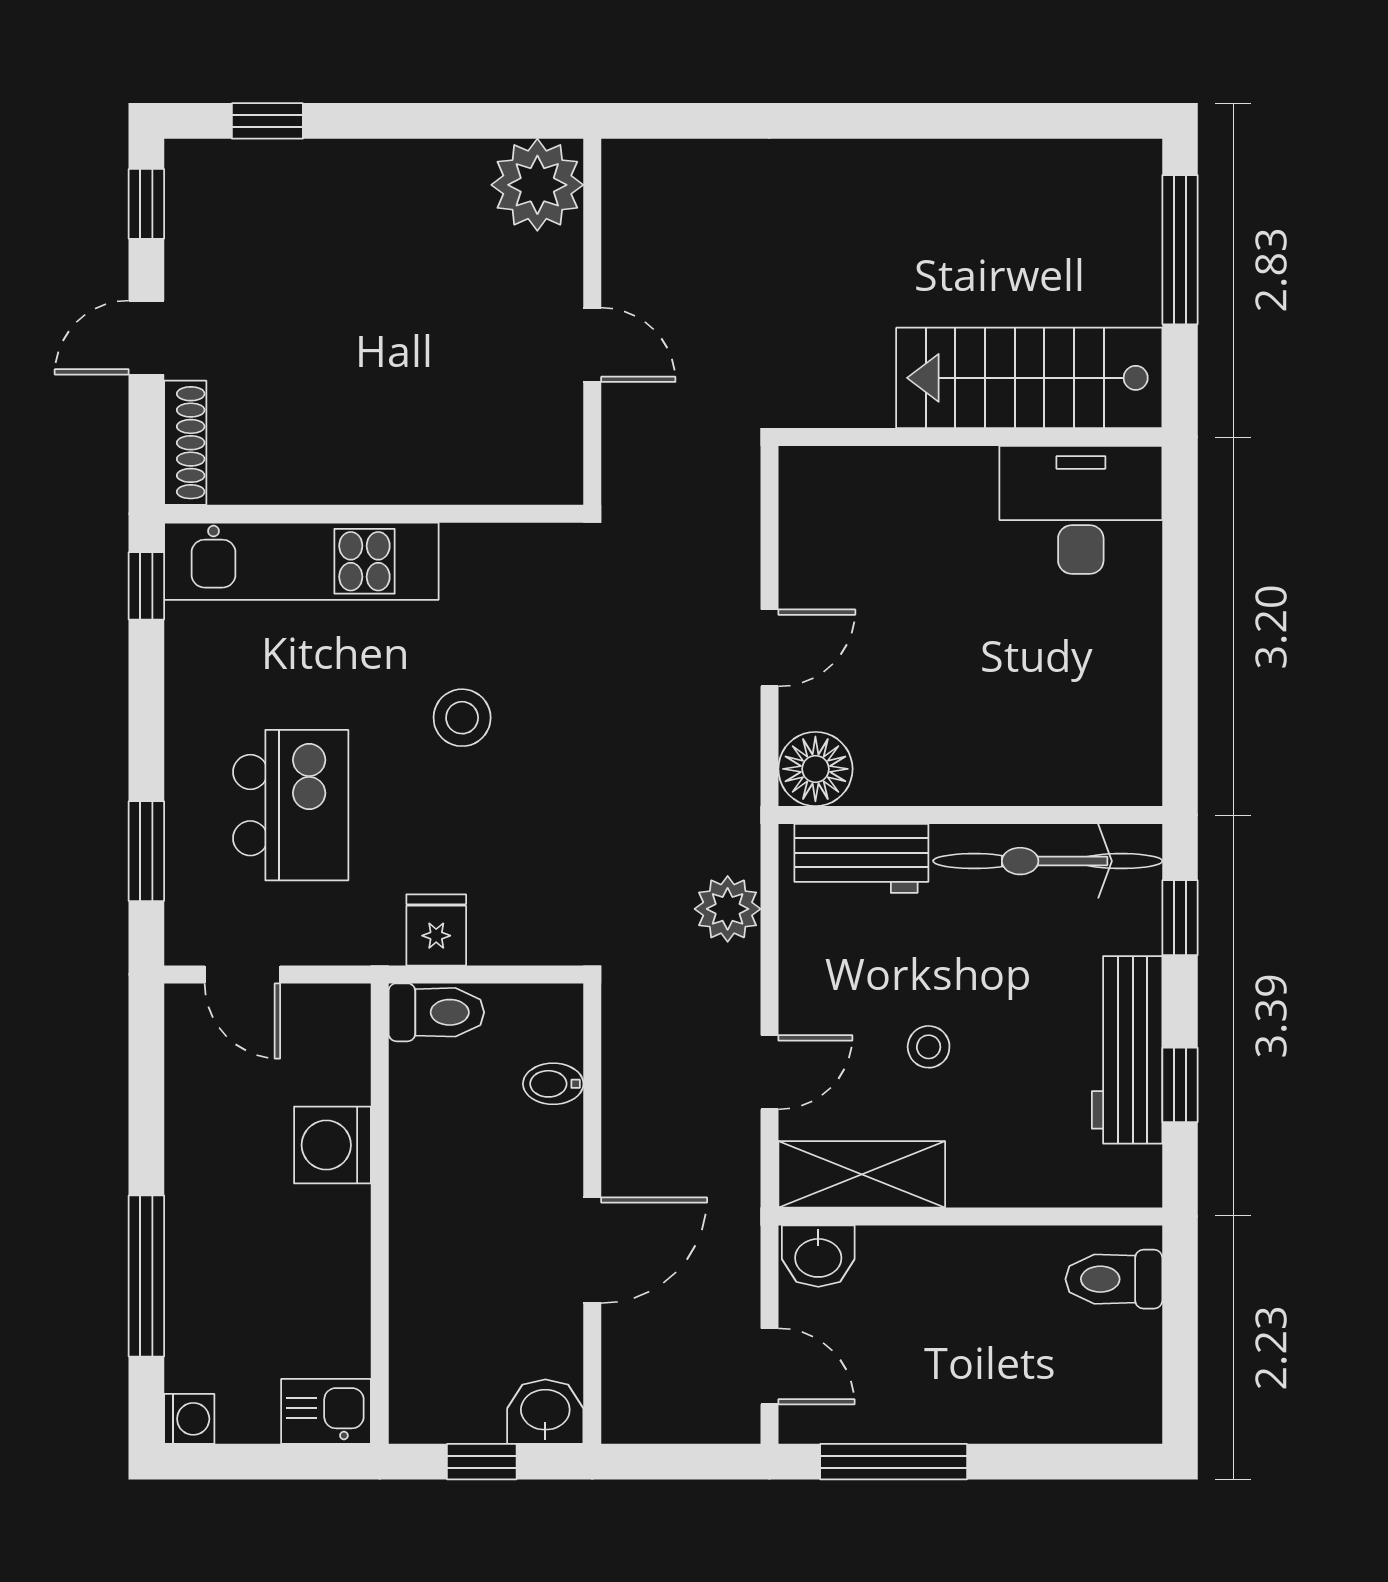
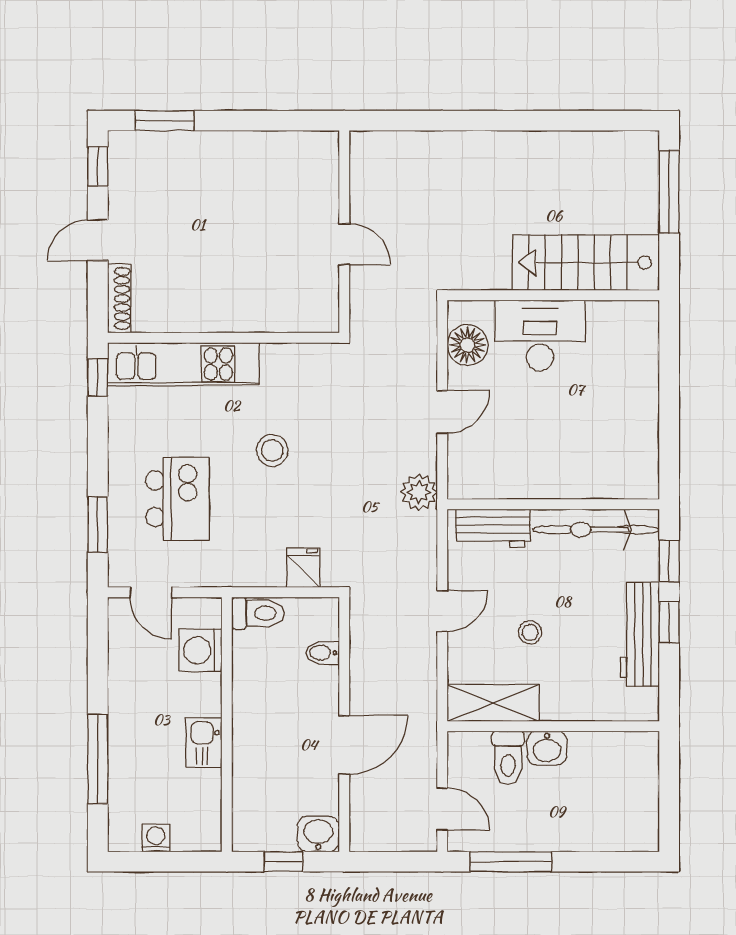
window: (267, 121) -> (165, 121), width x1.50
plant: (537, 185) -> (314, 156), removed
desk: (1081, 510) -> (540, 336), moved
floor lamp: (815, 769) -> (468, 345), moved
plant: (728, 909) -> (419, 492), moved
fridge: (436, 930) -> (303, 568), moved
door: (770, 1072) -> (442, 611), moved
window: (1180, 1085) -> (669, 622), moved
washing machine: (332, 1145) -> (201, 650), moved
washbasin: (818, 1256) -> (547, 748), moved
toilet: (1114, 1279) -> (508, 758), moved, turned -90
kitchen sink: (326, 1411) -> (204, 743), moved, turned -90
washing machine: (189, 1419) -> (156, 838), moved, turned -90

